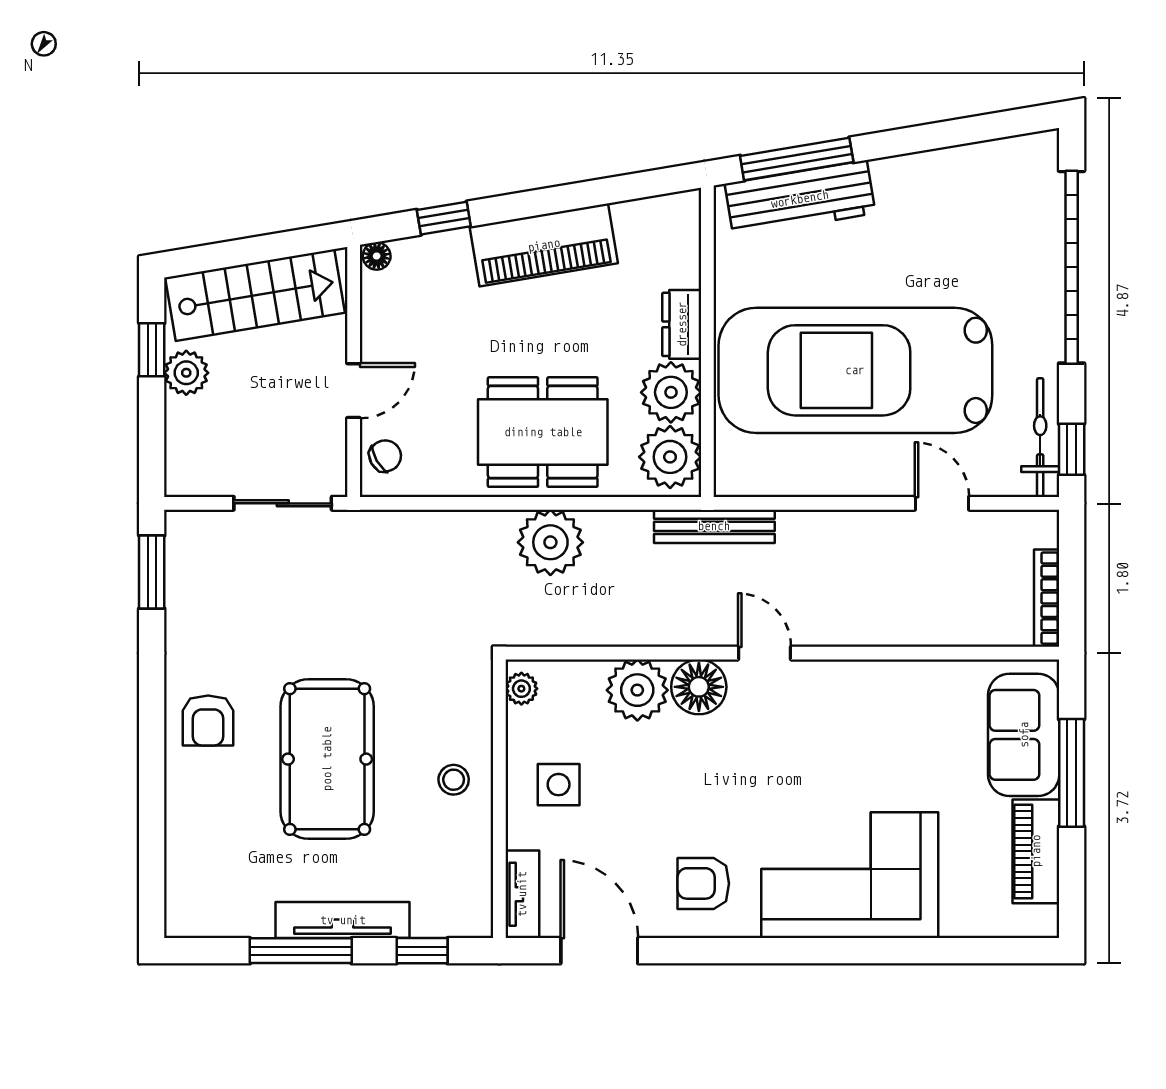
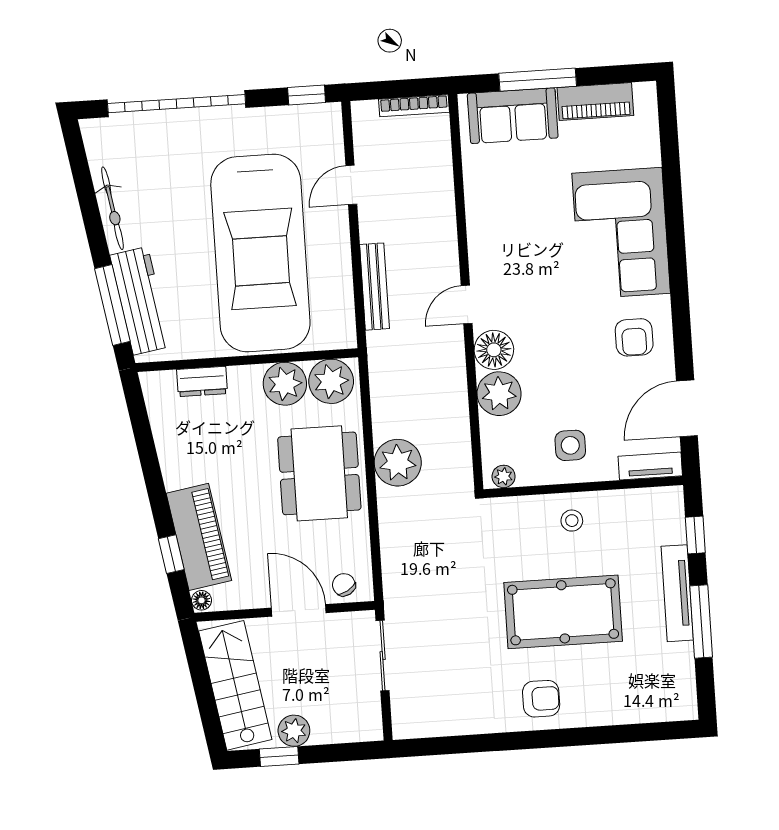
piano: (544, 245) -> (199, 537), moved
dresser: (682, 324) -> (202, 381), moved
door: (354, 391) -> (299, 610), width x1.38
bicycle: (1040, 438) -> (112, 208), moved, turned -100
bench: (714, 526) -> (375, 287), moved
window: (152, 572) -> (438, 746), removed

